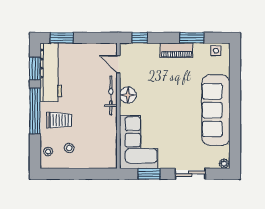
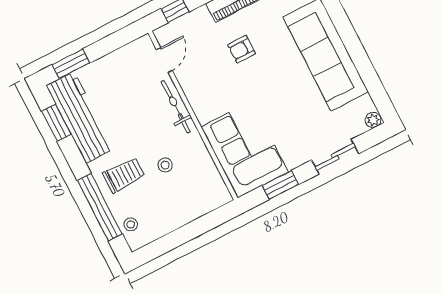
door: (118, 64) -> (164, 60), swing flipped
armchair: (168, 81) -> (242, 49), added
floor lamp: (128, 95) -> (198, 95), removed
window: (35, 111) -> (100, 207), moved
stool: (69, 148) -> (165, 165), moved

